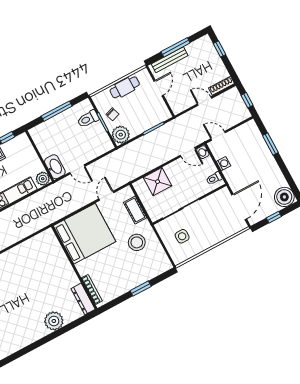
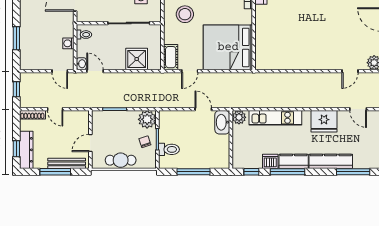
dresser: (211, 53) -> (26, 150), added
cot: (135, 210) -> (171, 57), moved

